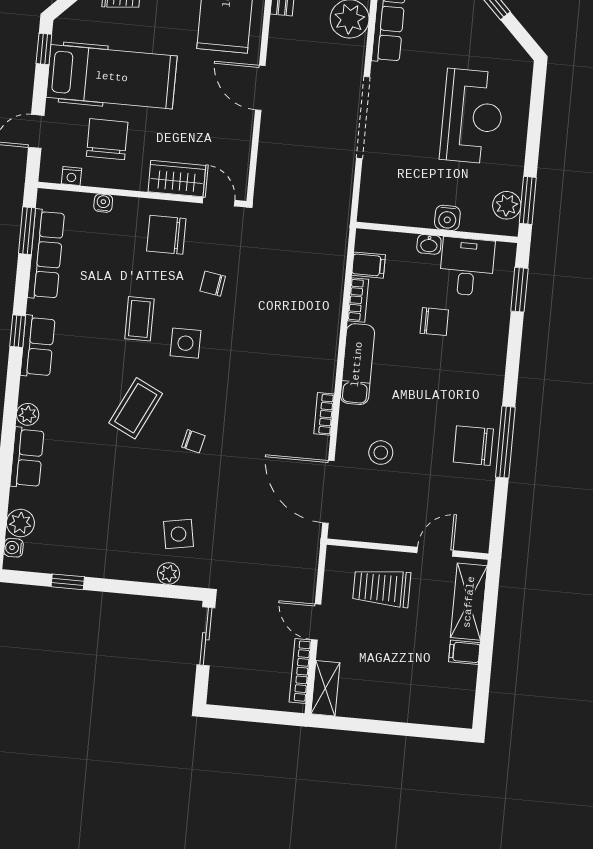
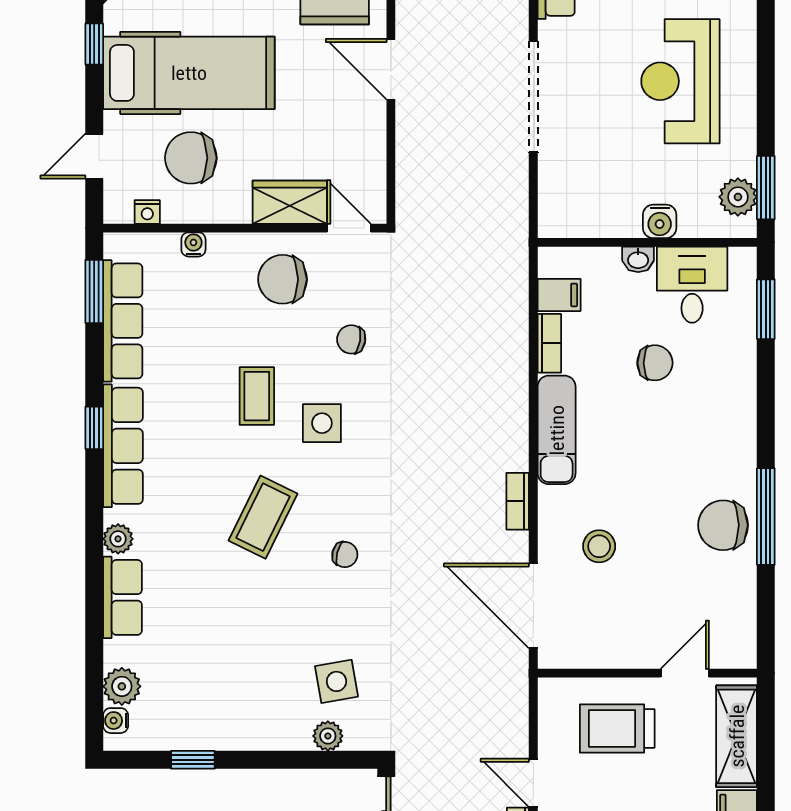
reception desk: (472, 116) -> (680, 81), turned 180
chair: (107, 139) -> (191, 158), turned -90
row of seats: (38, 346) -> (123, 446), width x1.48

